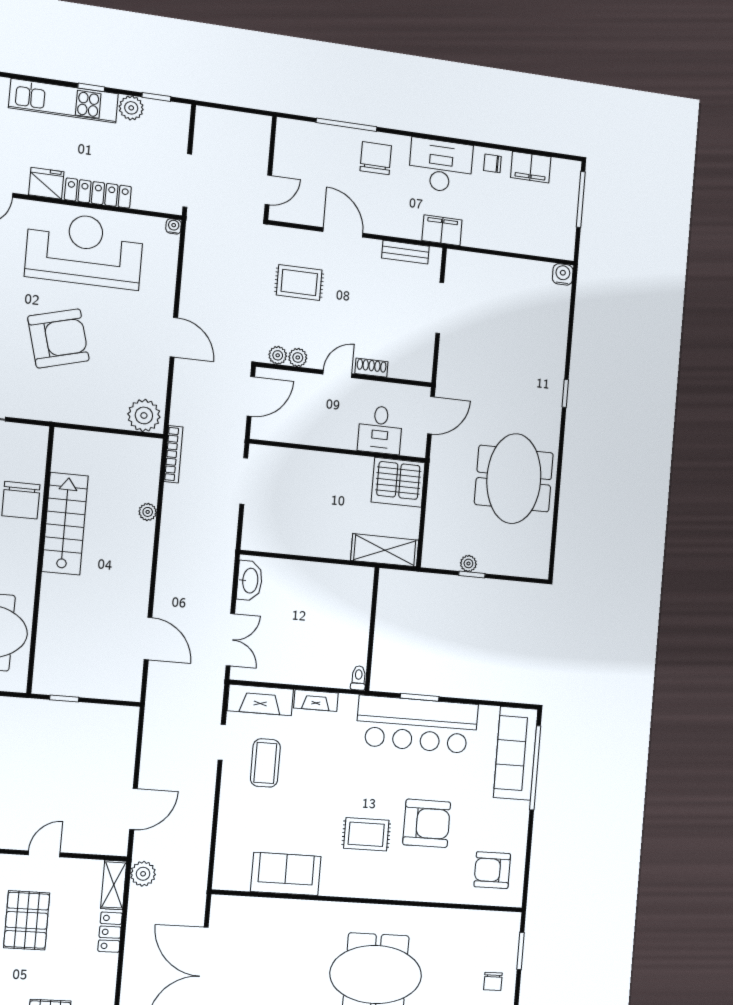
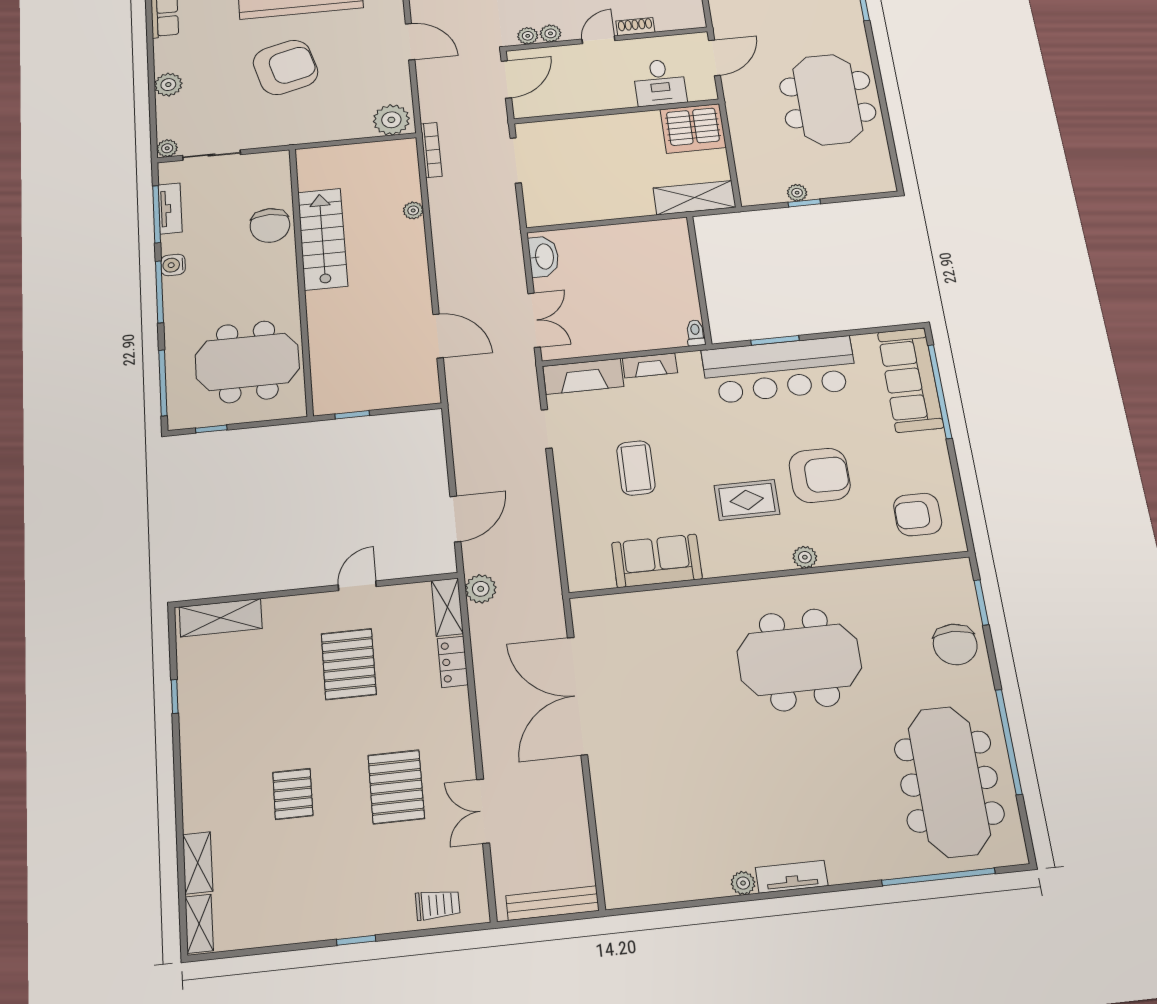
coffee table: (265, 763) -> (636, 468), moved
plant: (399, 891) -> (805, 557), added
chair: (493, 981) -> (955, 644), width x1.87, depth x1.87

